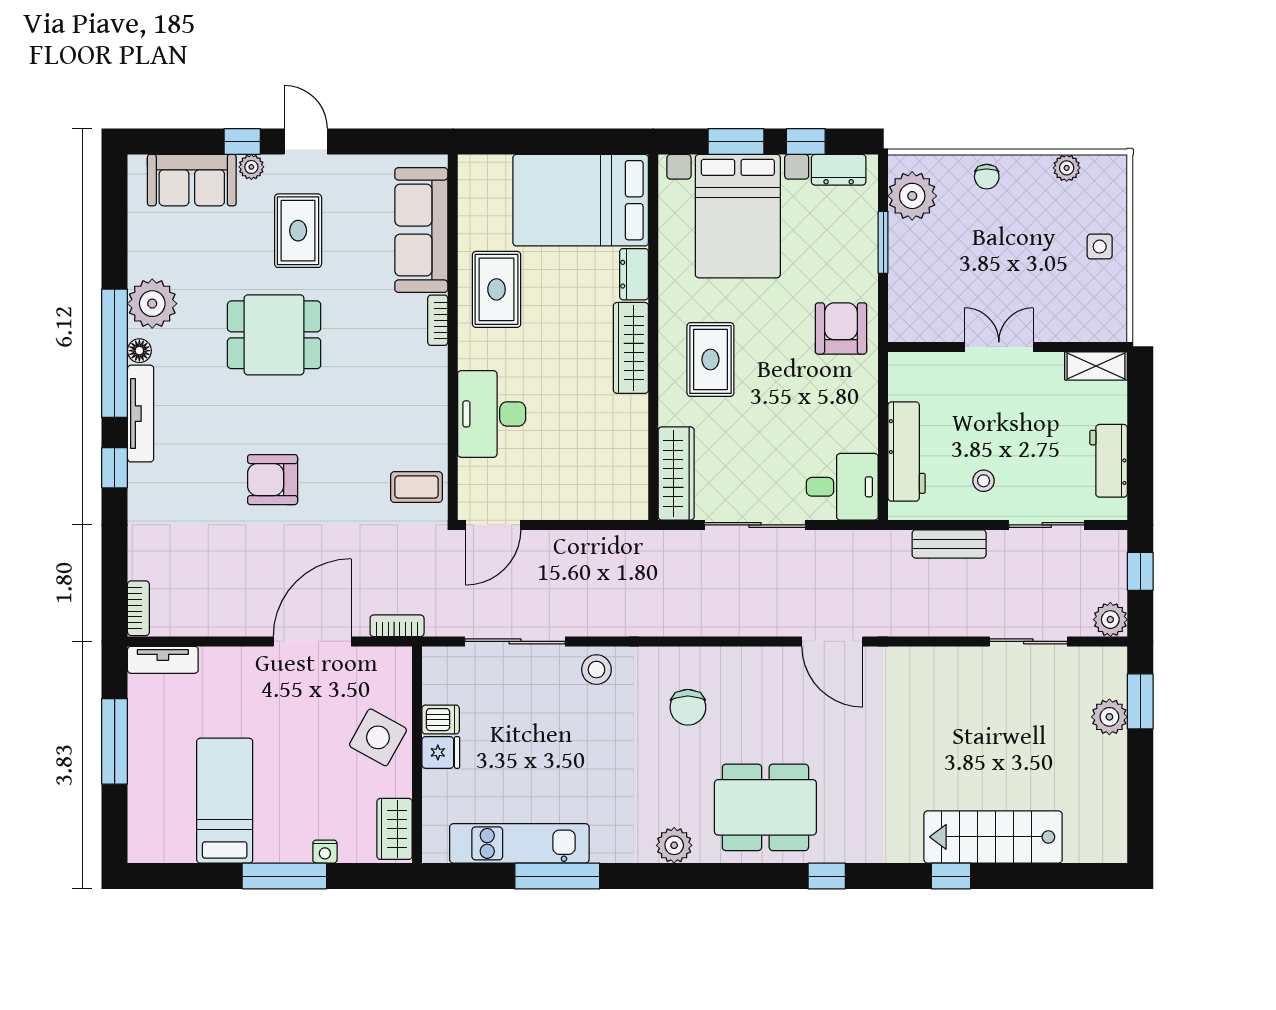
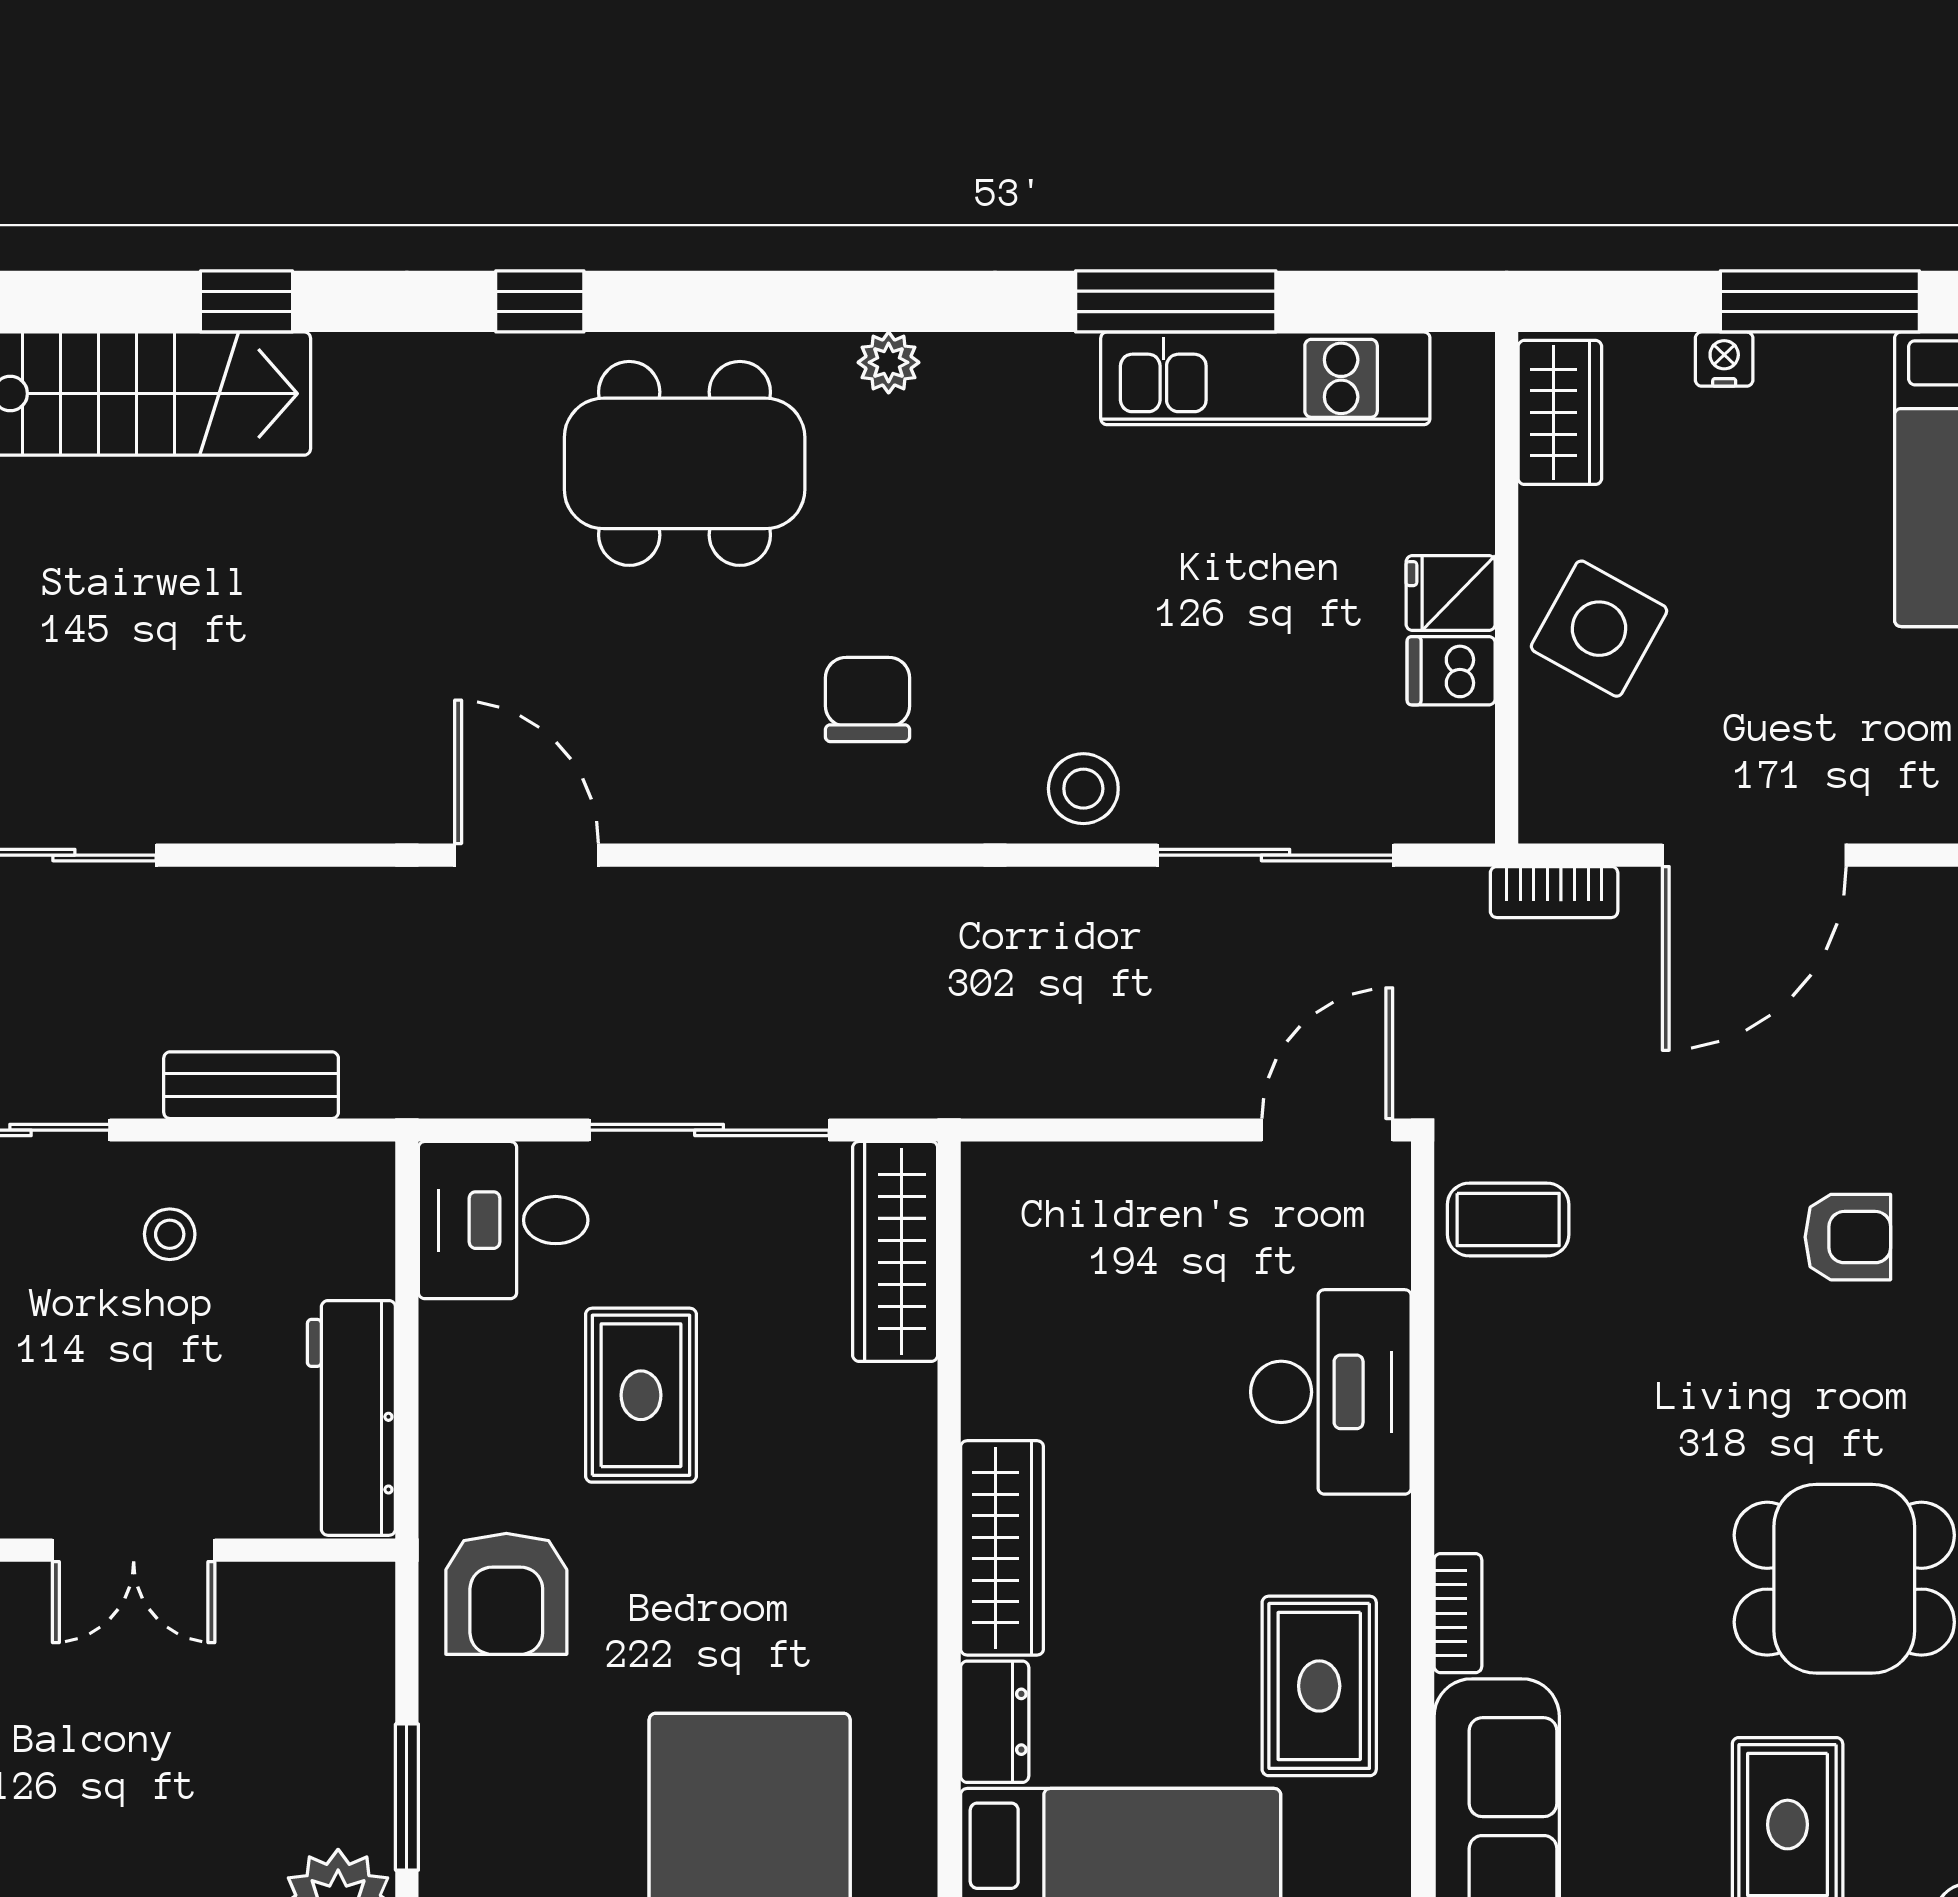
rug: (710, 360) -> (641, 1395), moved
workbench: (907, 452) -> (351, 1418), moved
armchair: (273, 480) -> (1848, 1237), width x0.72, depth x0.72
plant: (674, 845) -> (889, 362), width x0.73, depth x0.73

